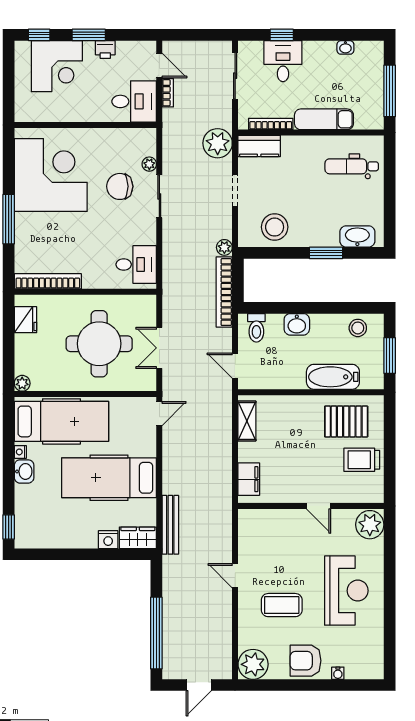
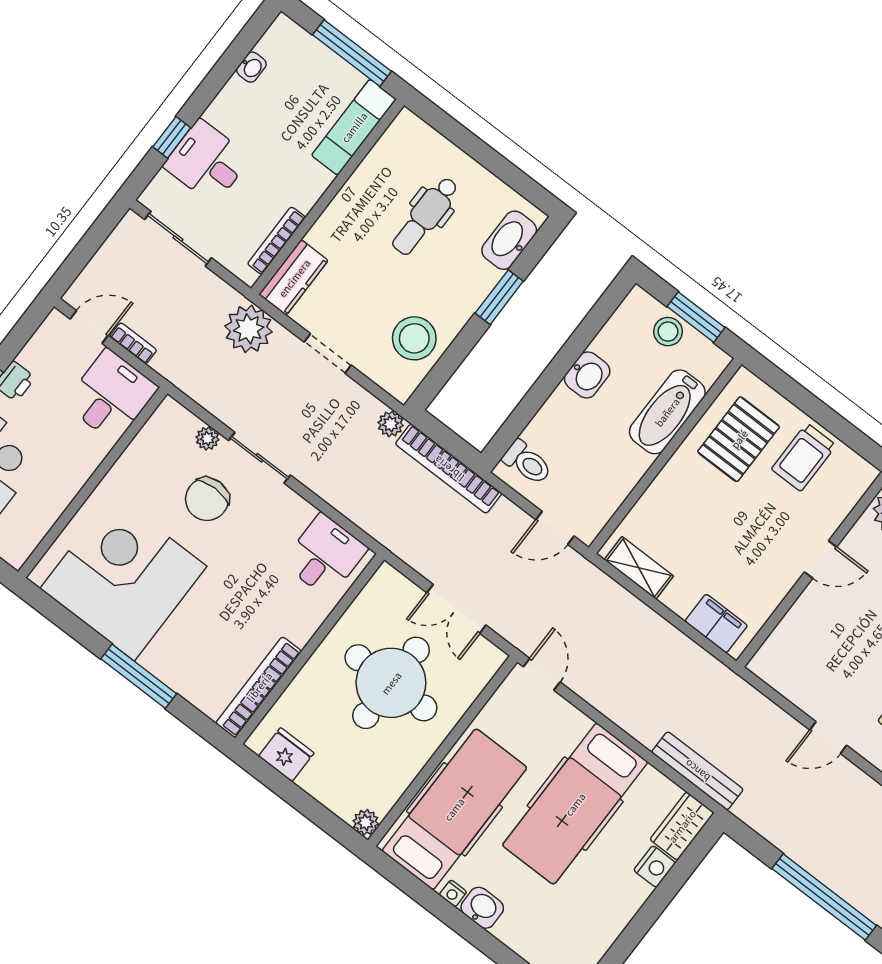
exam couch: (324, 119) -> (354, 127), moved
dental chair: (352, 166) -> (425, 216), moved
washbasin: (297, 324) -> (587, 375), moved
stool: (358, 328) -> (668, 332), moved

